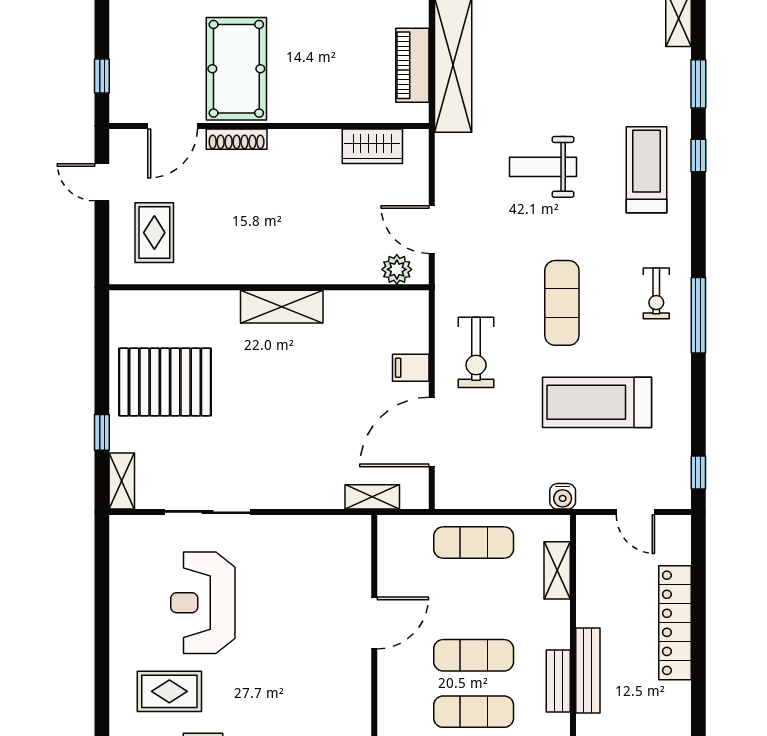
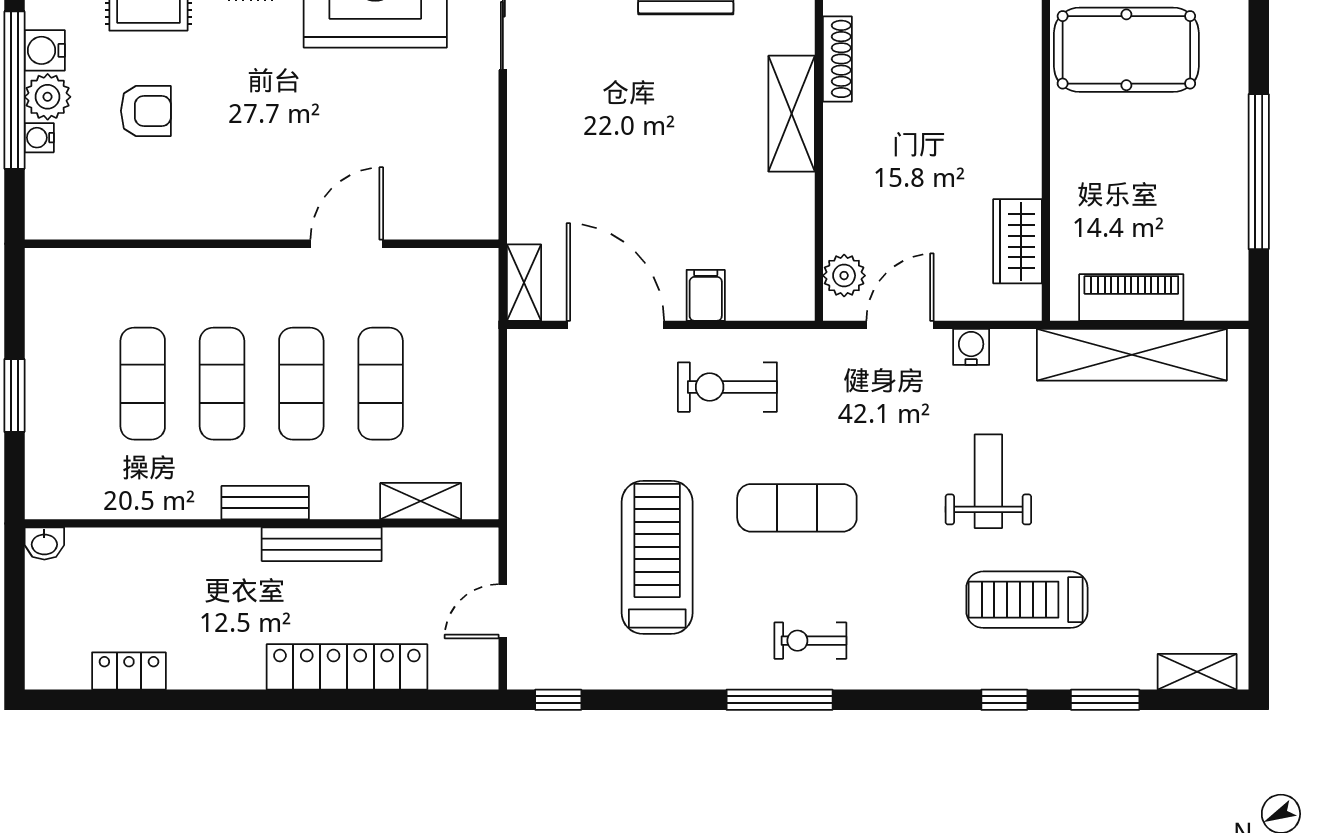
shoe rack: (237, 139) -> (837, 59), moved, turned 180
treadmill: (647, 170) -> (1027, 600), moved, turned 180
water cooler: (563, 496) -> (971, 347), moved, turned 90
shelving: (372, 497) -> (524, 283), moved
exercise mat: (474, 543) -> (381, 384), moved
door: (374, 623) -> (347, 244), swing flipped
bench: (588, 670) -> (322, 544), moved

